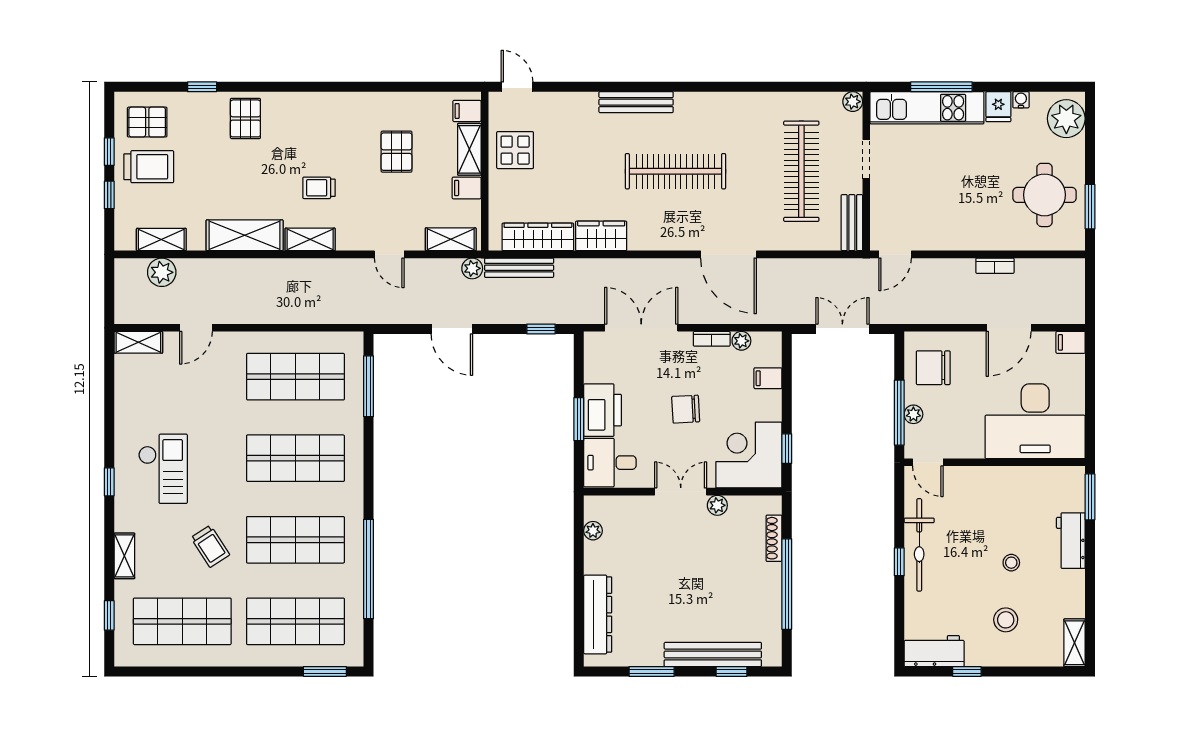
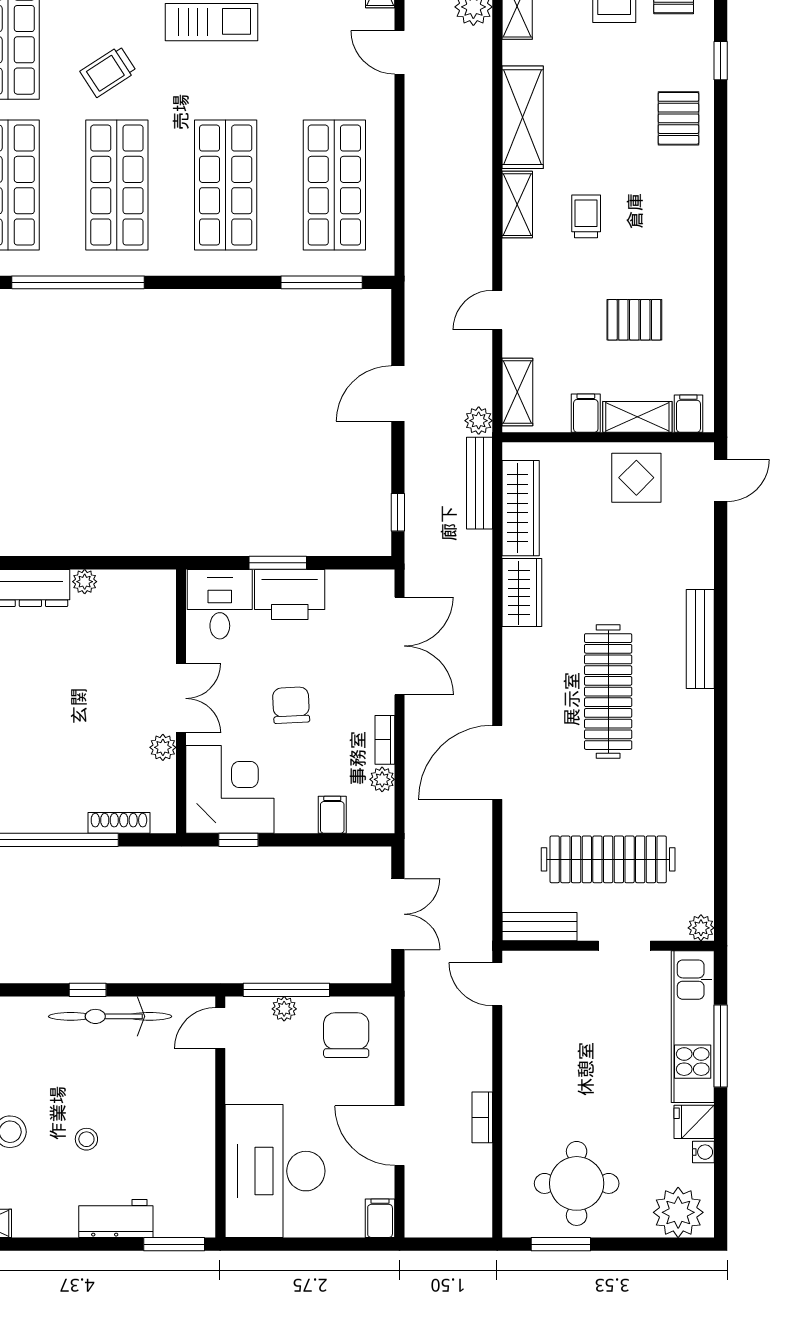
pallet: (245, 118) -> (678, 118), turned 90
plant: (593, 531) -> (85, 582), moved

